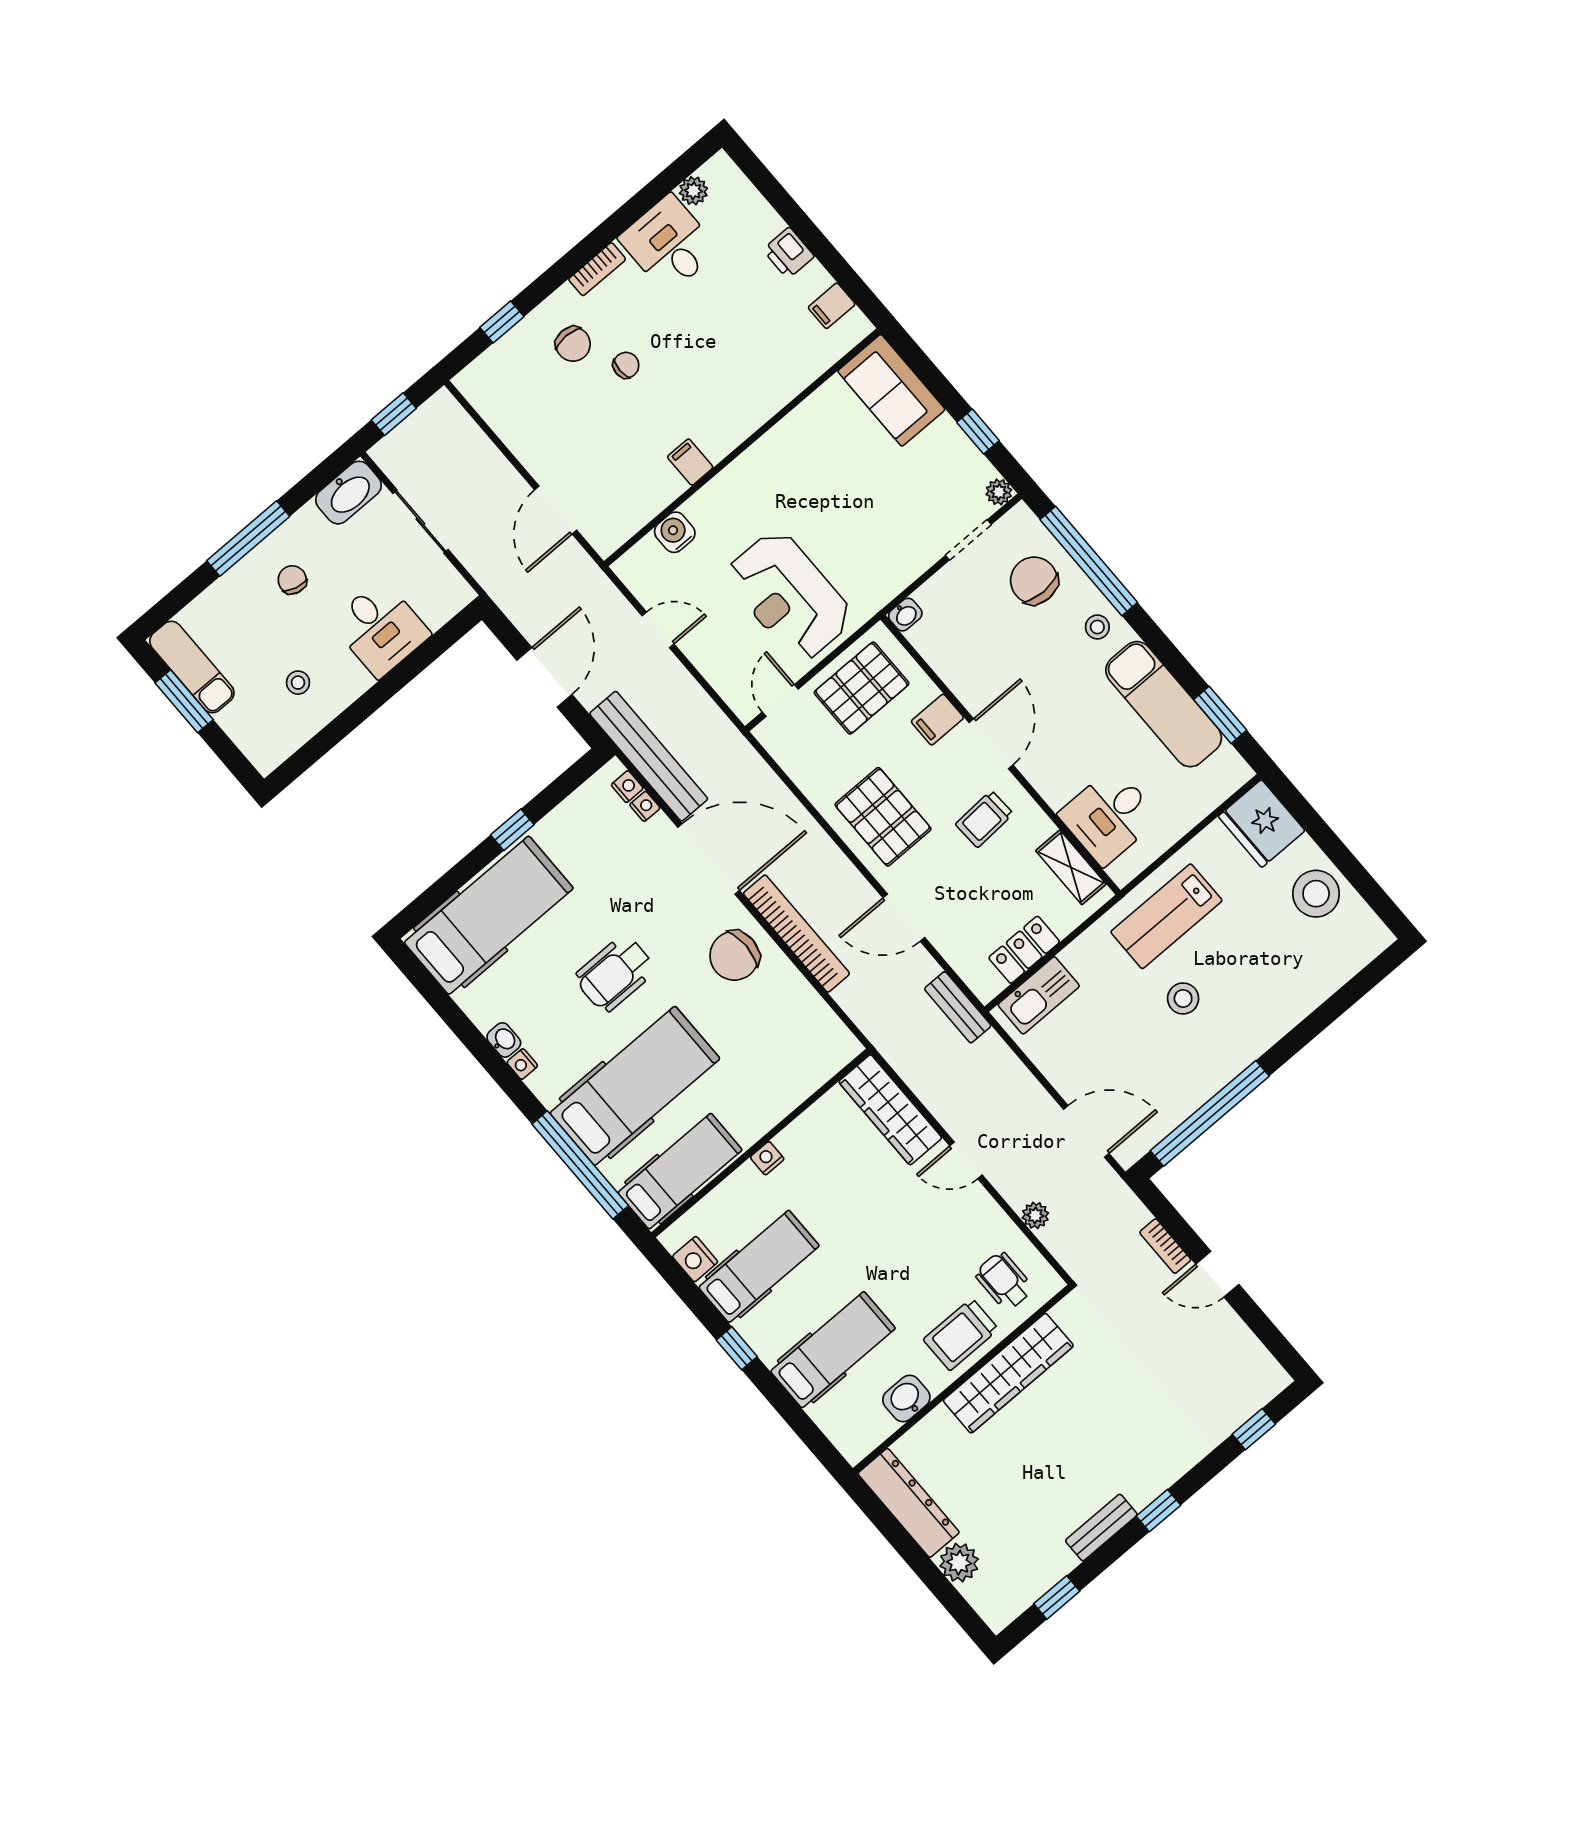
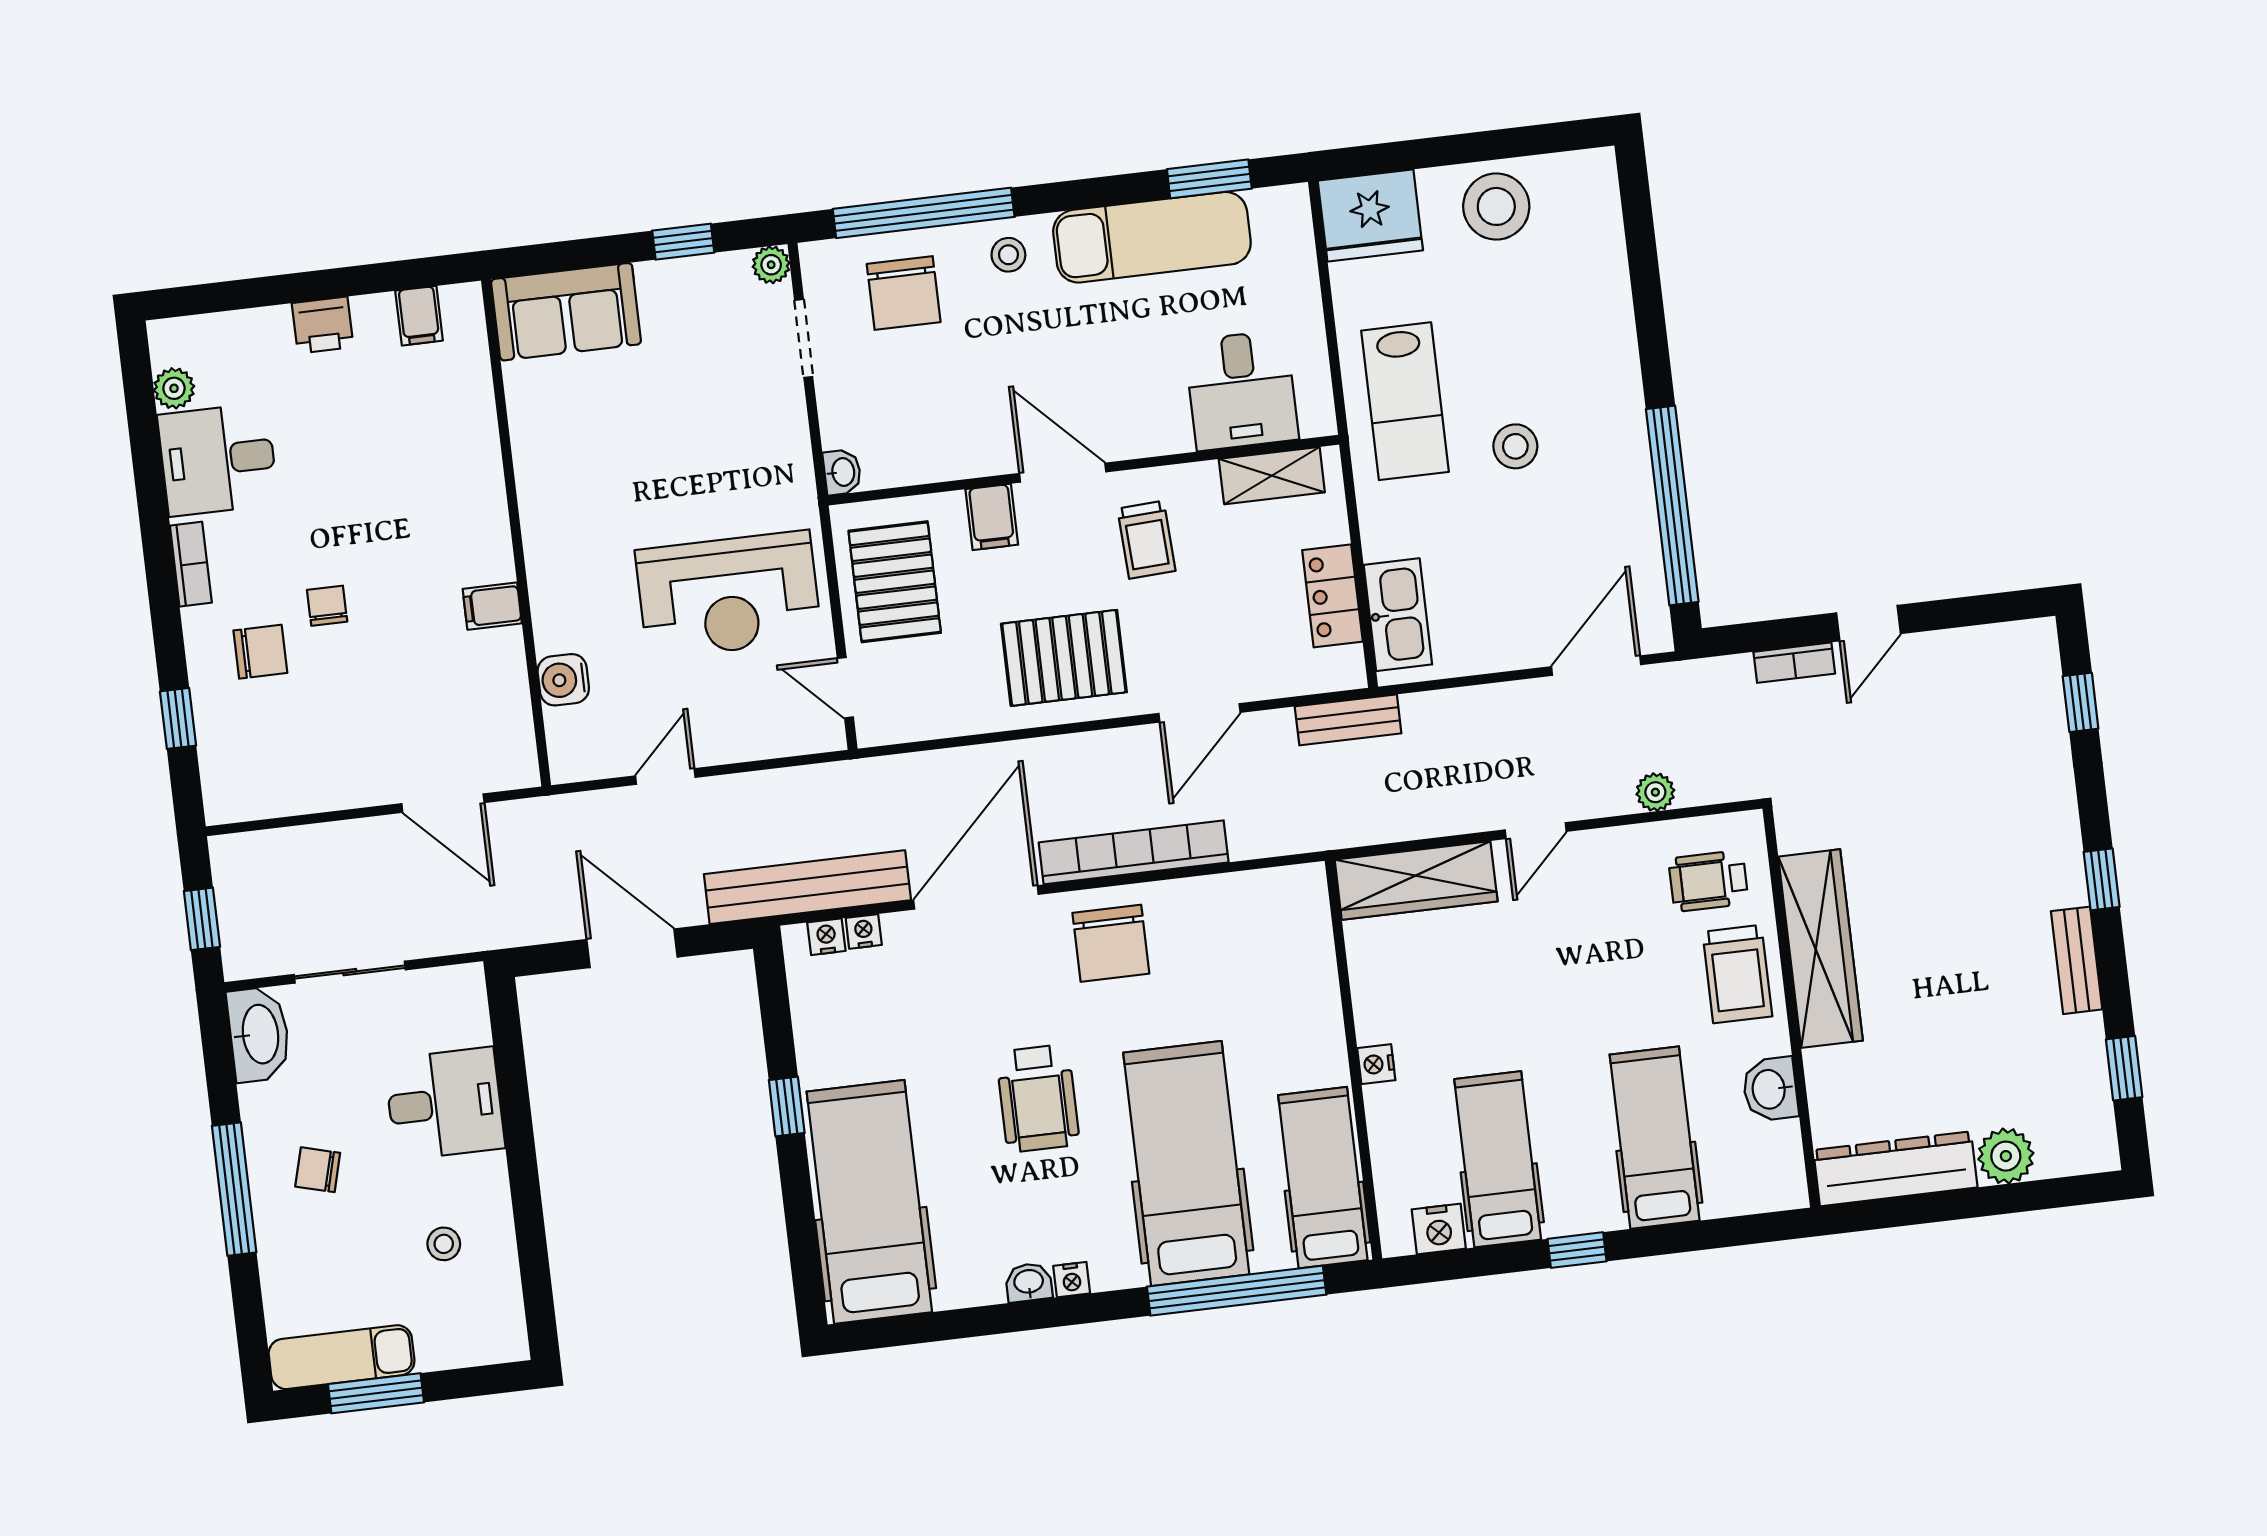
chair: (1034, 581) -> (904, 293), turned -90

